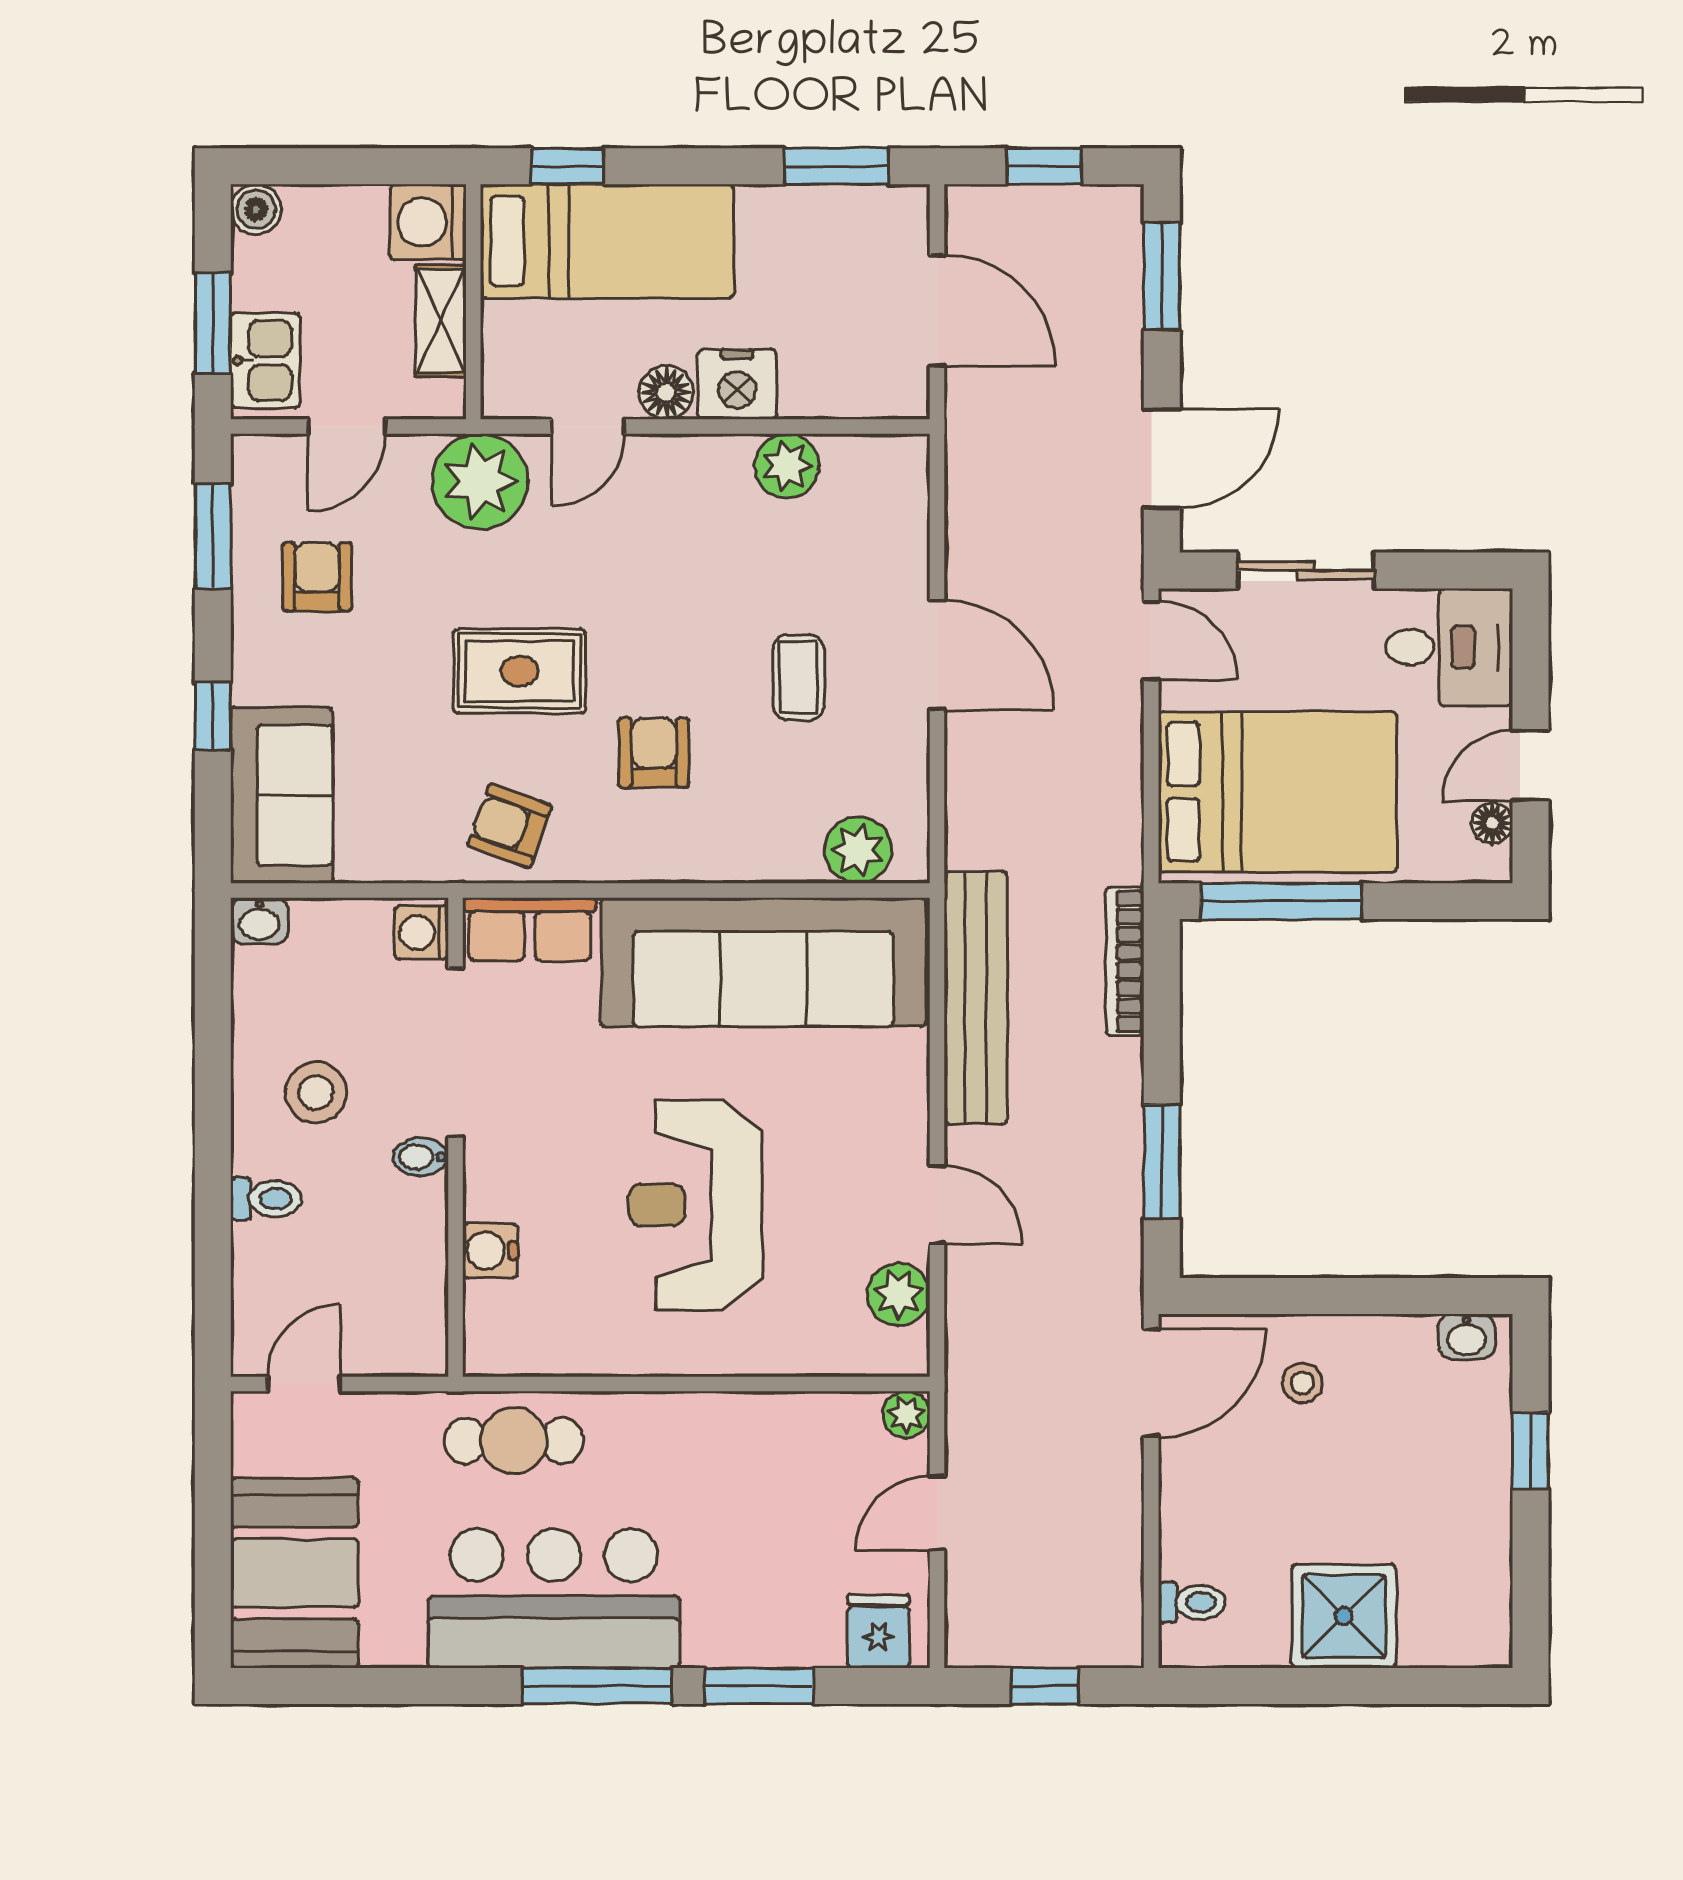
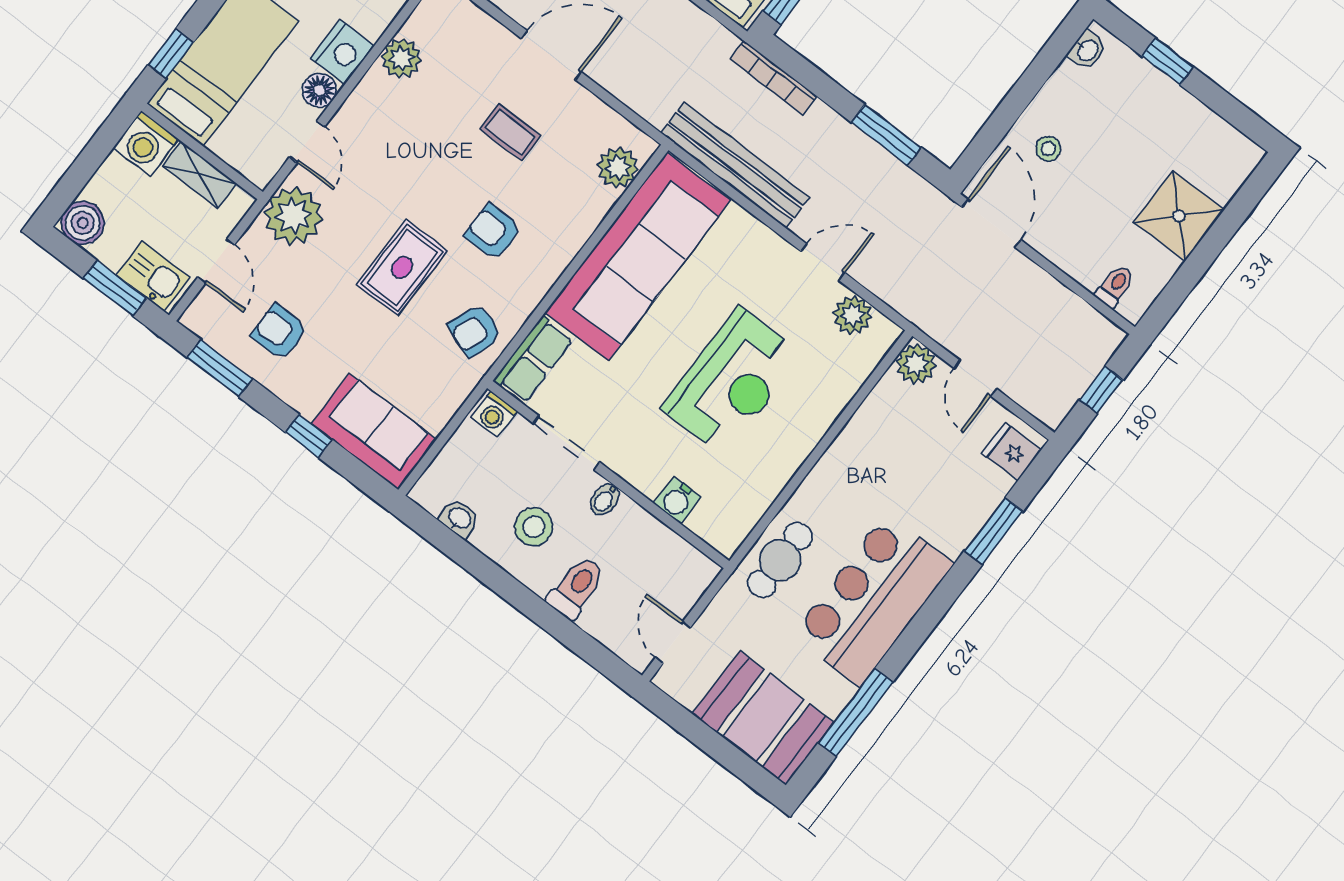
boiler: (256, 209) -> (83, 223), width x1.36, depth x1.36
washbasin: (260, 921) -> (459, 518), moved, turned -90
doorway: (455, 1052) -> (566, 443), width x0.73
toilet: (266, 1199) -> (577, 588), width x1.37, depth x1.39
reception desk: (696, 1205) -> (732, 381), turned -90
plant: (906, 1415) -> (916, 364), width x1.38, depth x1.38
window: (597, 1686) -> (856, 712), moved

